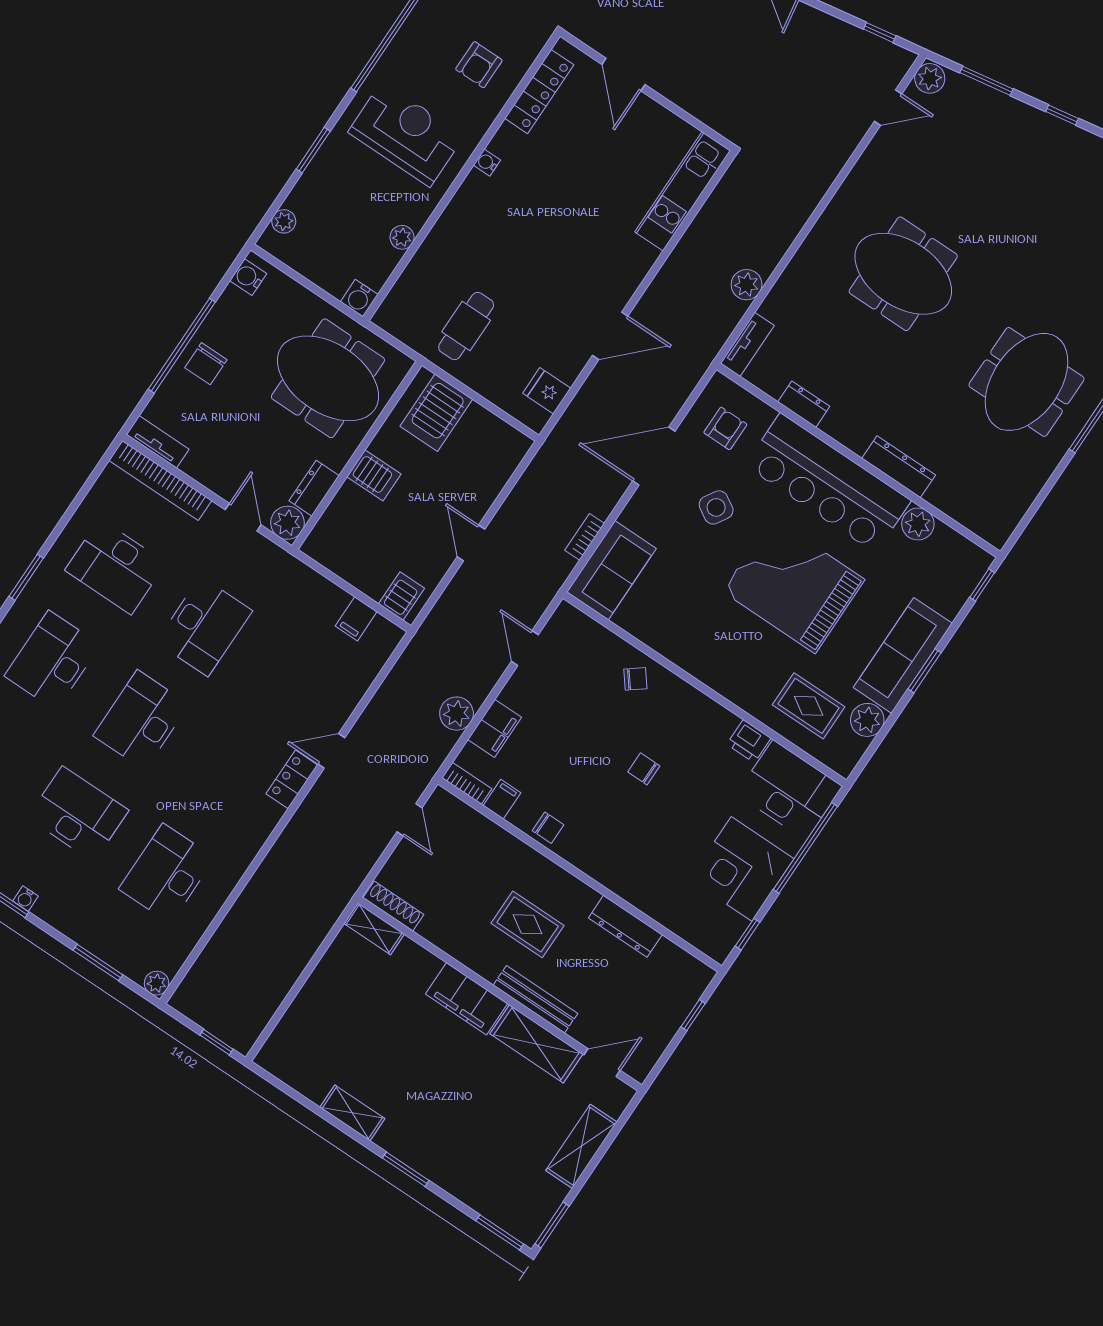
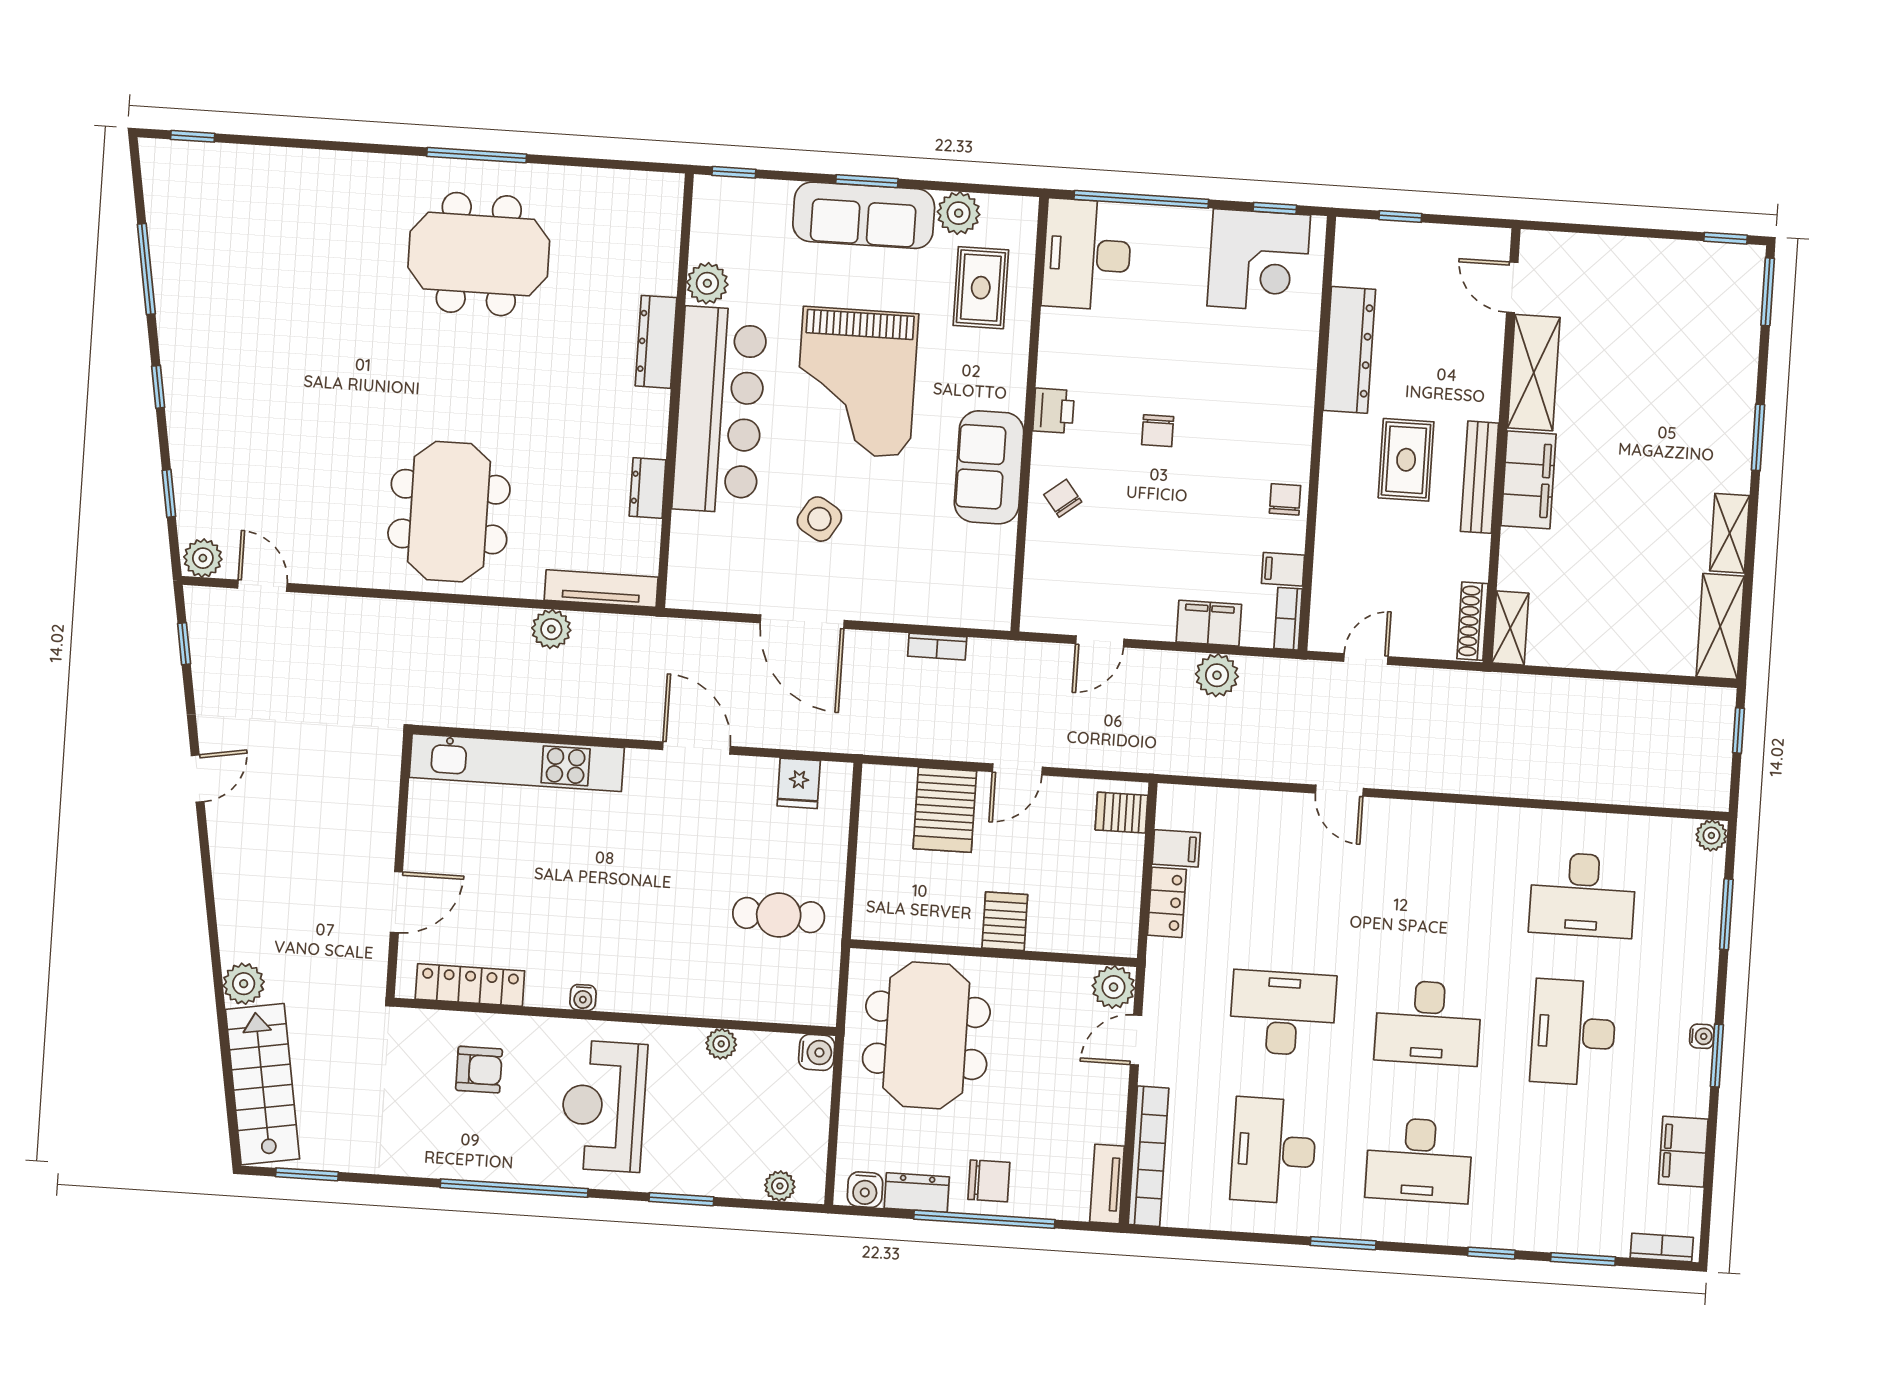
window: (986, 81) -> (169, 493), width x0.67
kitchen unit: (683, 191) -> (517, 763), width x1.36
meeting table: (903, 274) -> (449, 512), moved
tv unit: (747, 344) -> (601, 589), width x1.41
server rack: (436, 413) -> (945, 810), moved, turned 90
armchair: (725, 428) -> (725, 560), removed
dresser: (314, 488) -> (917, 1193), moved, turned 180
desk: (115, 567) -> (1274, 1151), turned 180
sofa: (611, 570) -> (989, 467), moved, turned -90
printer: (749, 741) -> (1054, 411), moved
locker: (292, 779) -> (1167, 902), moved, turned -90
corner desk: (742, 869) -> (1259, 260), moved
dresser: (625, 926) -> (1349, 350), width x1.37, depth x1.24
bench: (535, 999) -> (1480, 477), moved
shelving: (581, 1146) -> (1720, 626), moved, turned 90
window: (552, 1225) -> (1726, 238), width x0.67

